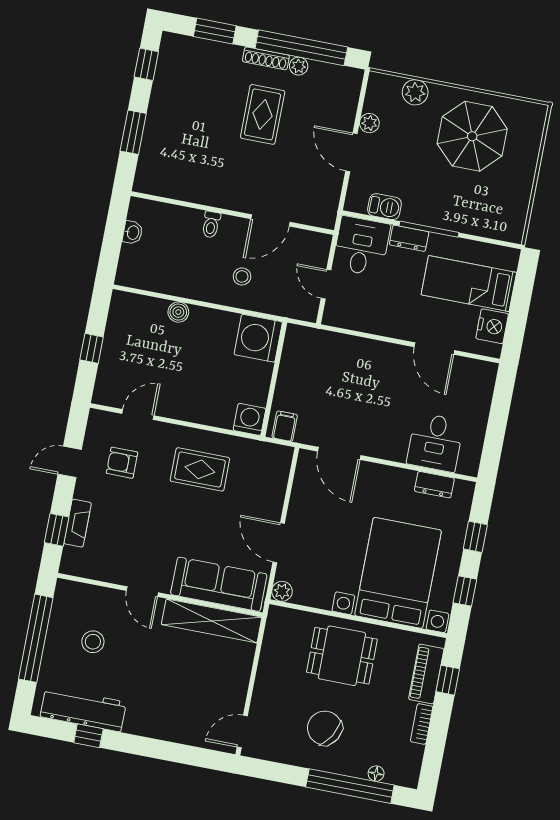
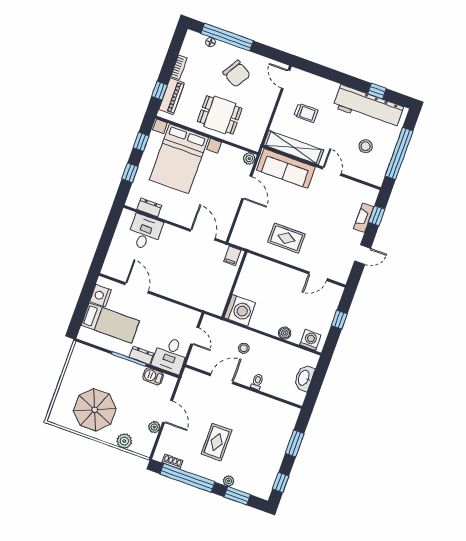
shoe rack: (266, 58) -> (172, 462), moved, width x0.70
plant: (299, 66) -> (229, 481), moved
washbasin: (133, 232) -> (304, 378), width x1.91, depth x1.45
washing machine: (249, 419) -> (310, 340), moved, turned 180
armchair: (122, 463) -> (332, 249), removed
trolley: (200, 681) -> (306, 113), added
workbench: (83, 709) -> (368, 107), width x1.36, depth x1.32
door: (242, 731) -> (286, 79), swing flipped

